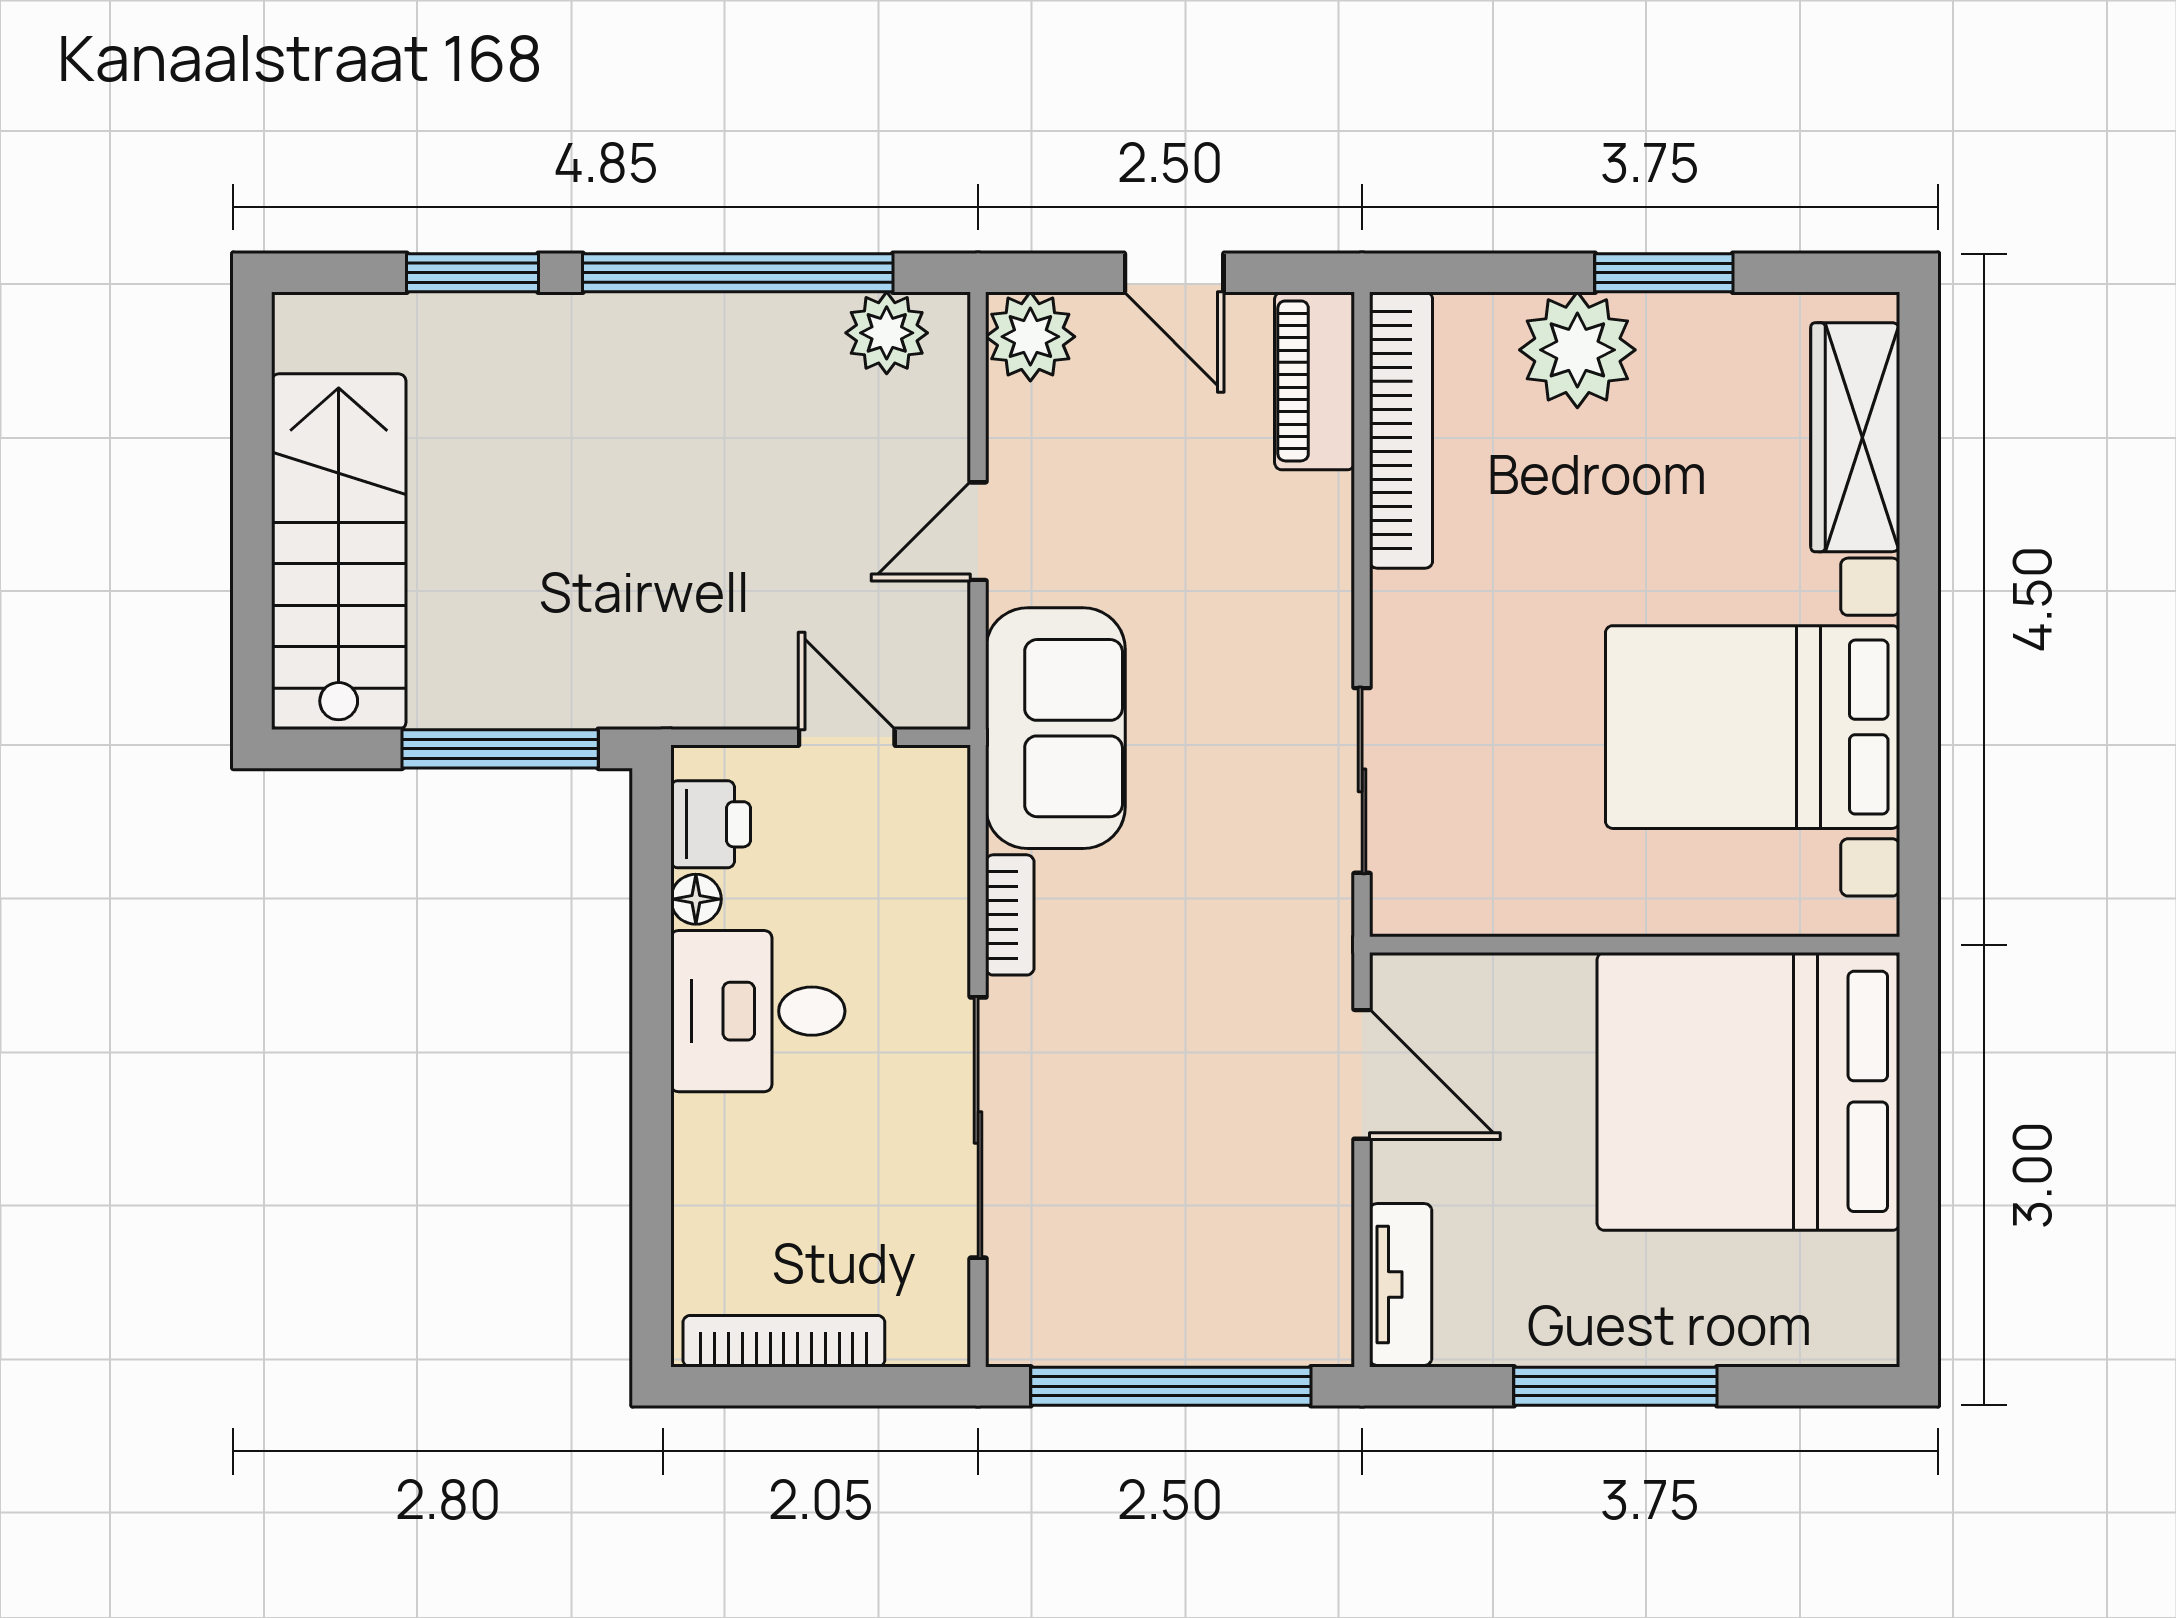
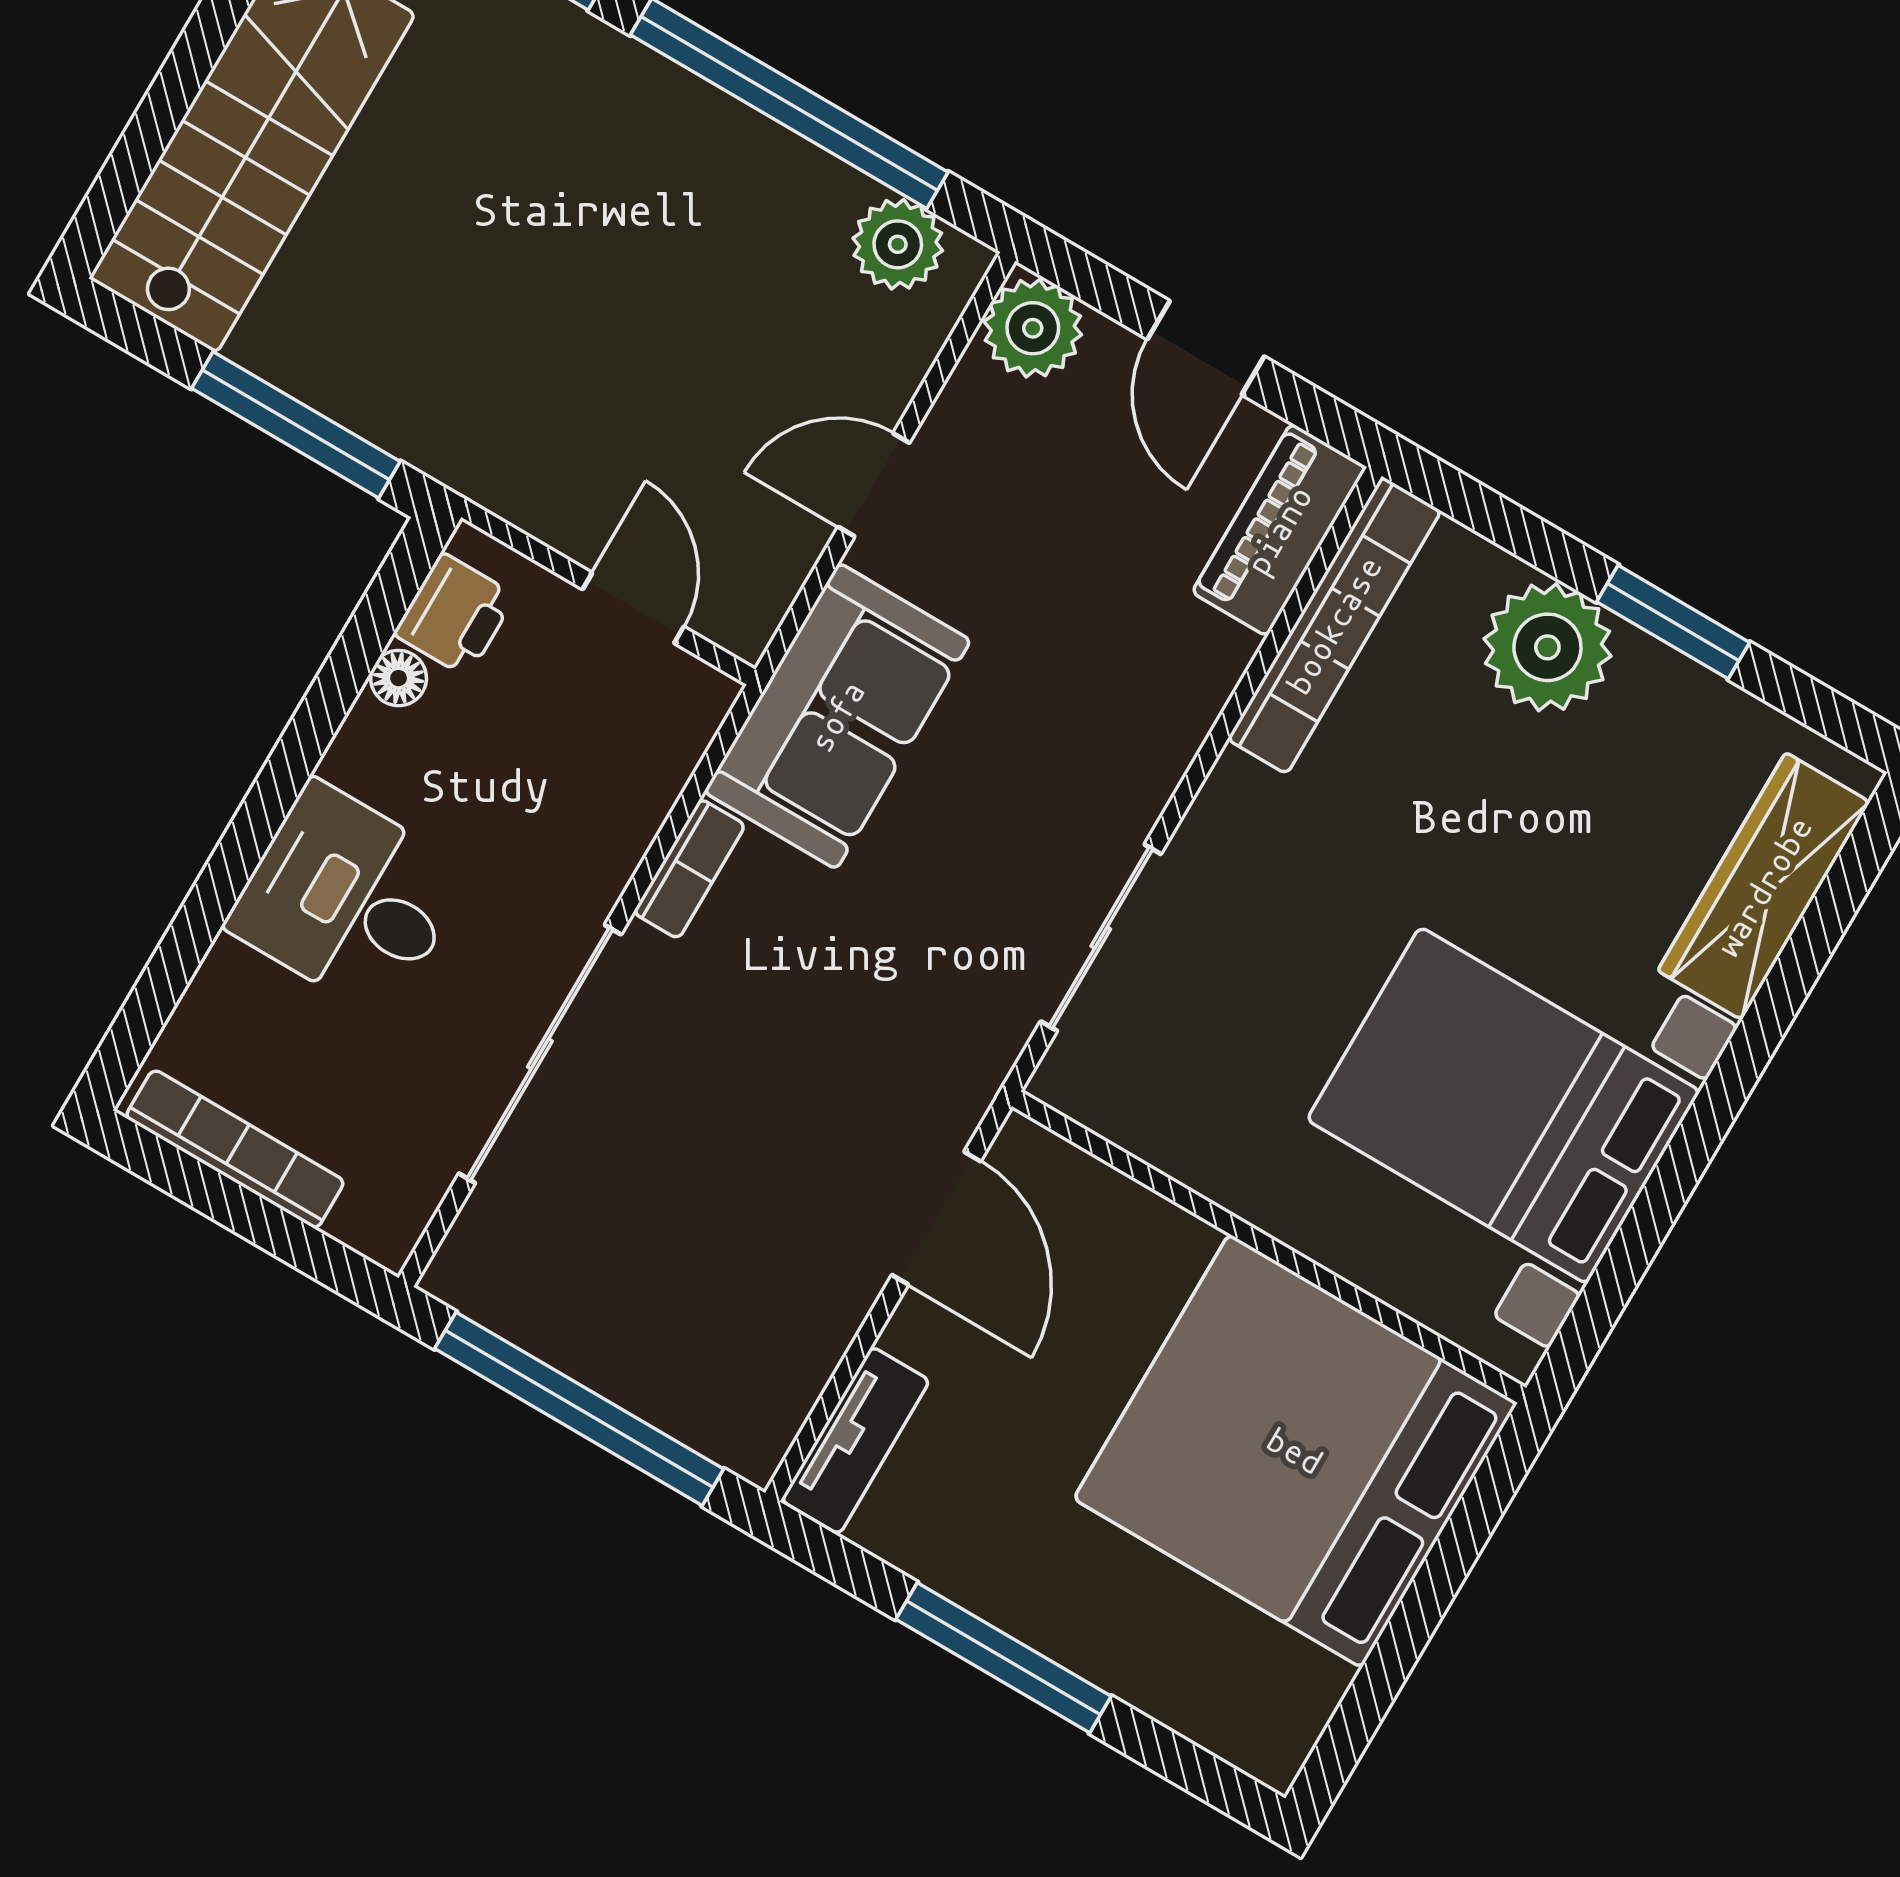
desk: (758, 1011) -> (348, 899), moved

